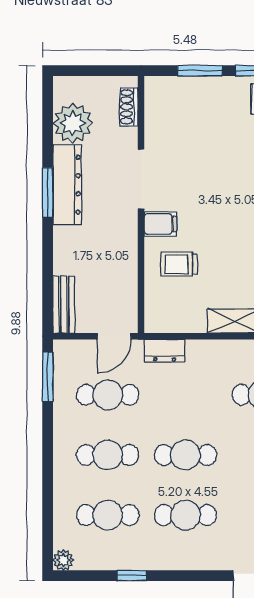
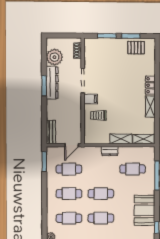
dresser: (165, 351) -> (110, 151), moved

